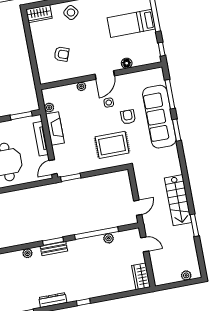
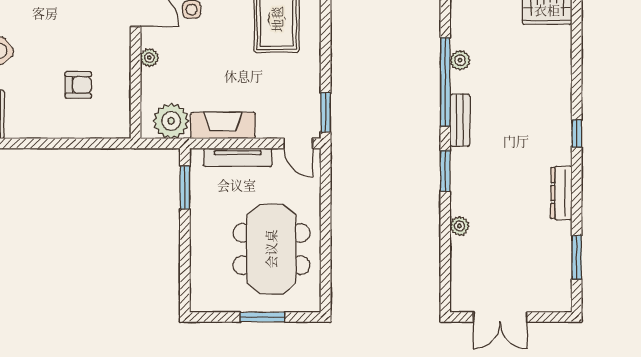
armchair: (62, 54) -> (78, 85), turned 70
plant: (49, 108) -> (171, 121), width x1.88, depth x1.88
bench: (54, 249) -> (460, 120), moved

